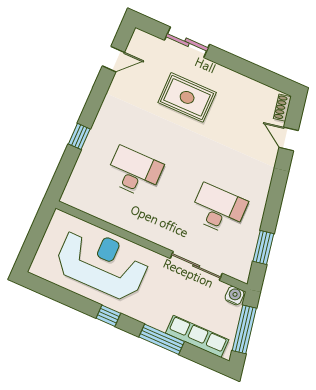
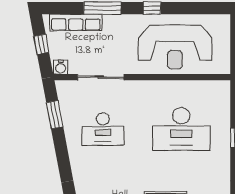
desk: (134, 172) -> (181, 129), width x1.36, depth x1.30
window: (244, 329) -> (41, 44), width x0.46

